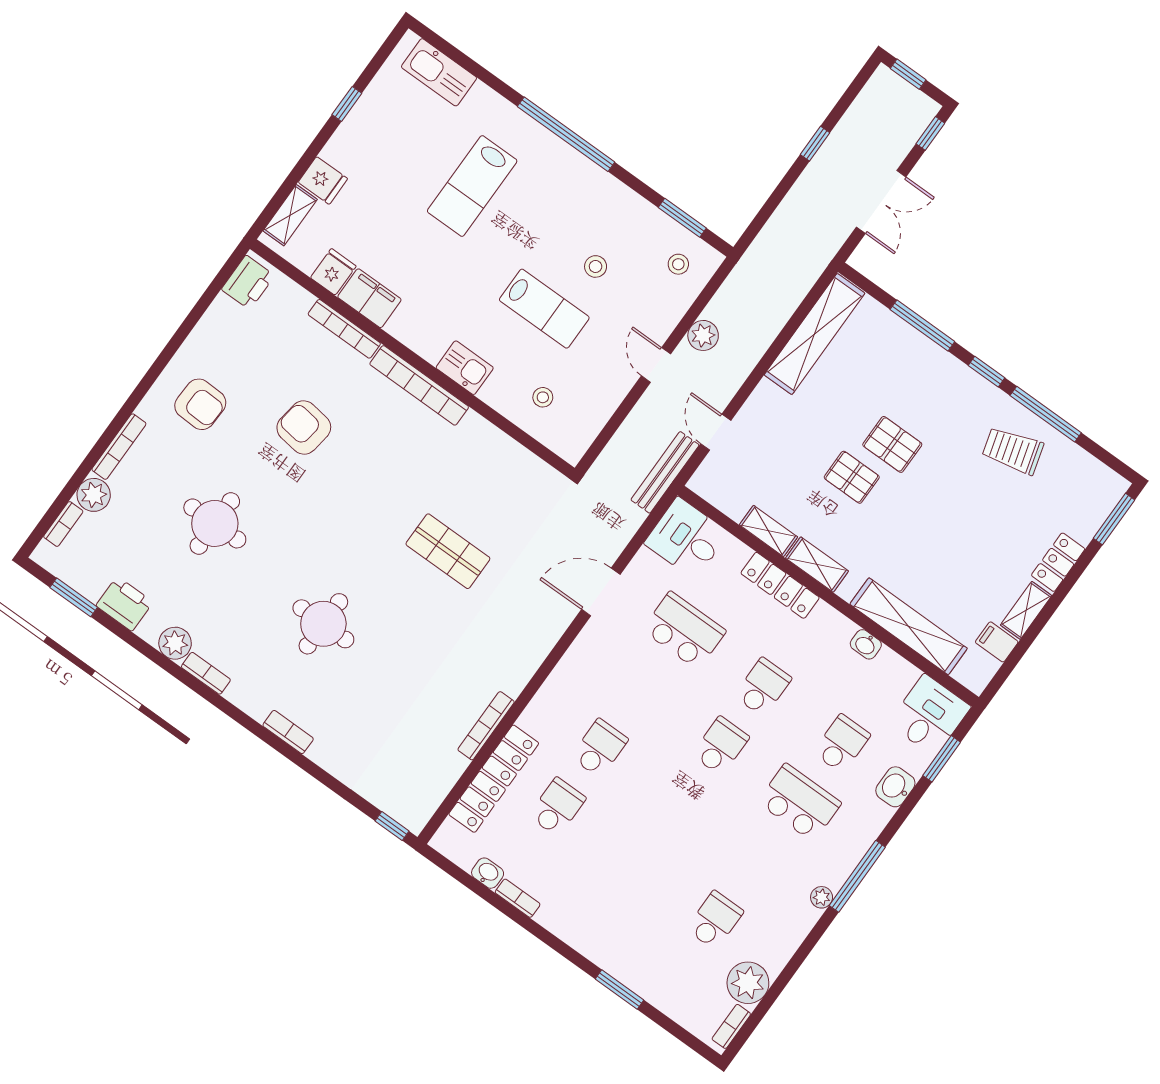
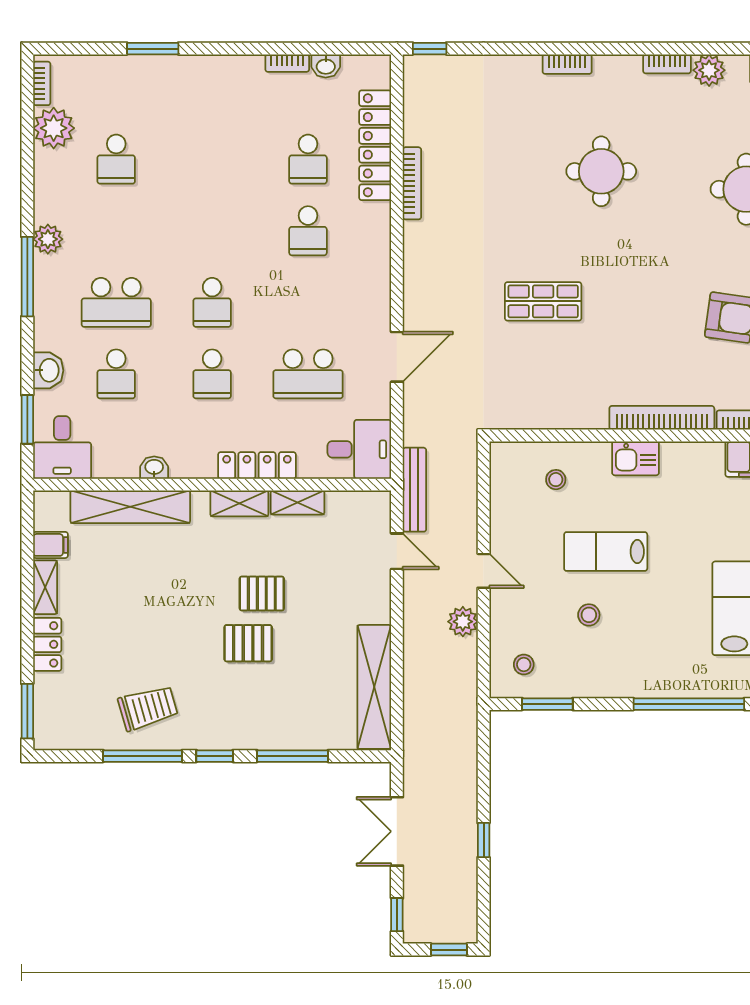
plant: (822, 897) -> (48, 239), width x1.38, depth x1.38

